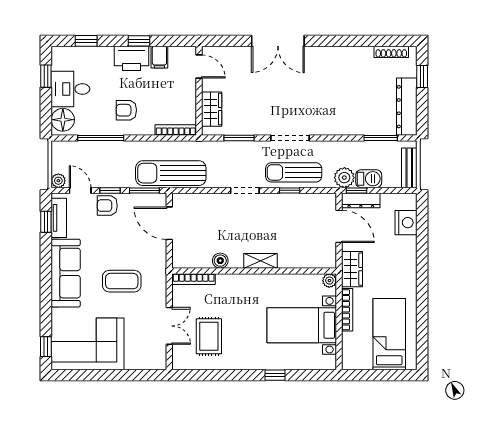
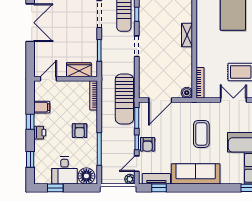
printer: (132, 58) -> (40, 133), width x0.53, depth x0.68
boiler: (220, 261) -> (187, 93), moved

